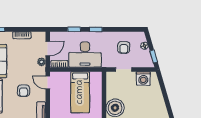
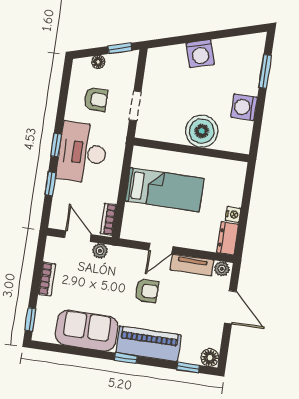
desk: (85, 55) -> (82, 153), moved, turned 180
washing machine: (143, 78) -> (200, 54), moved, turned 74
door: (48, 82) -> (161, 248), moved

